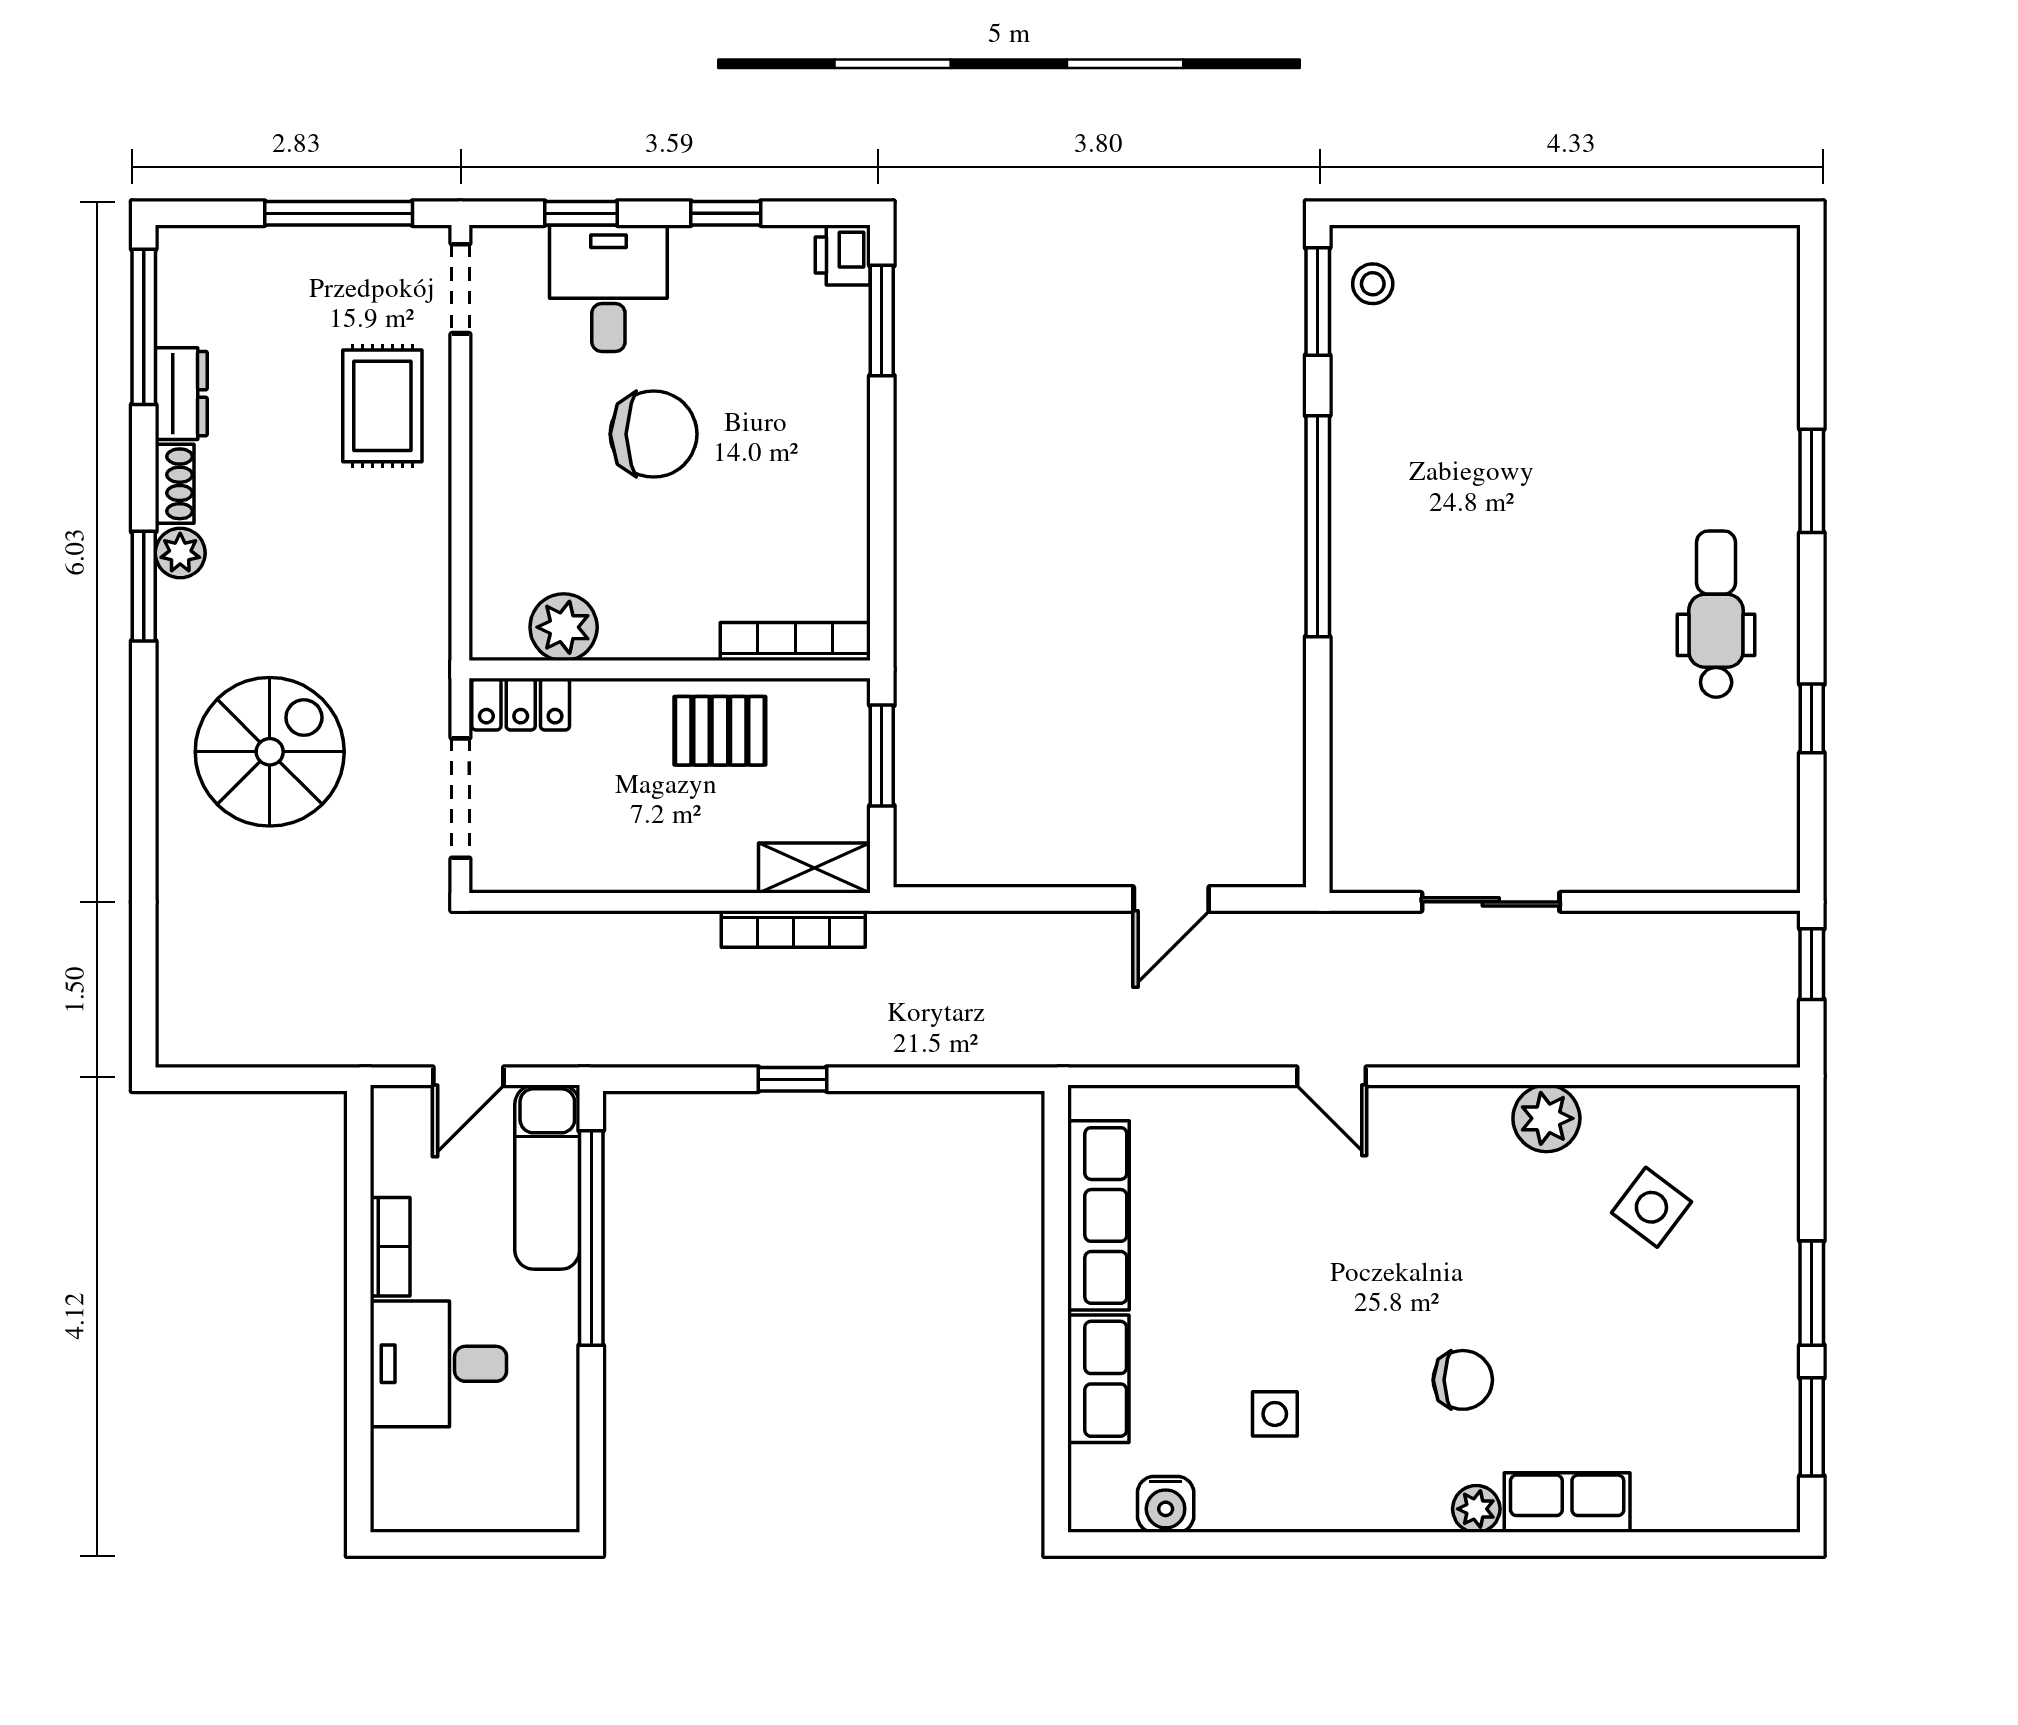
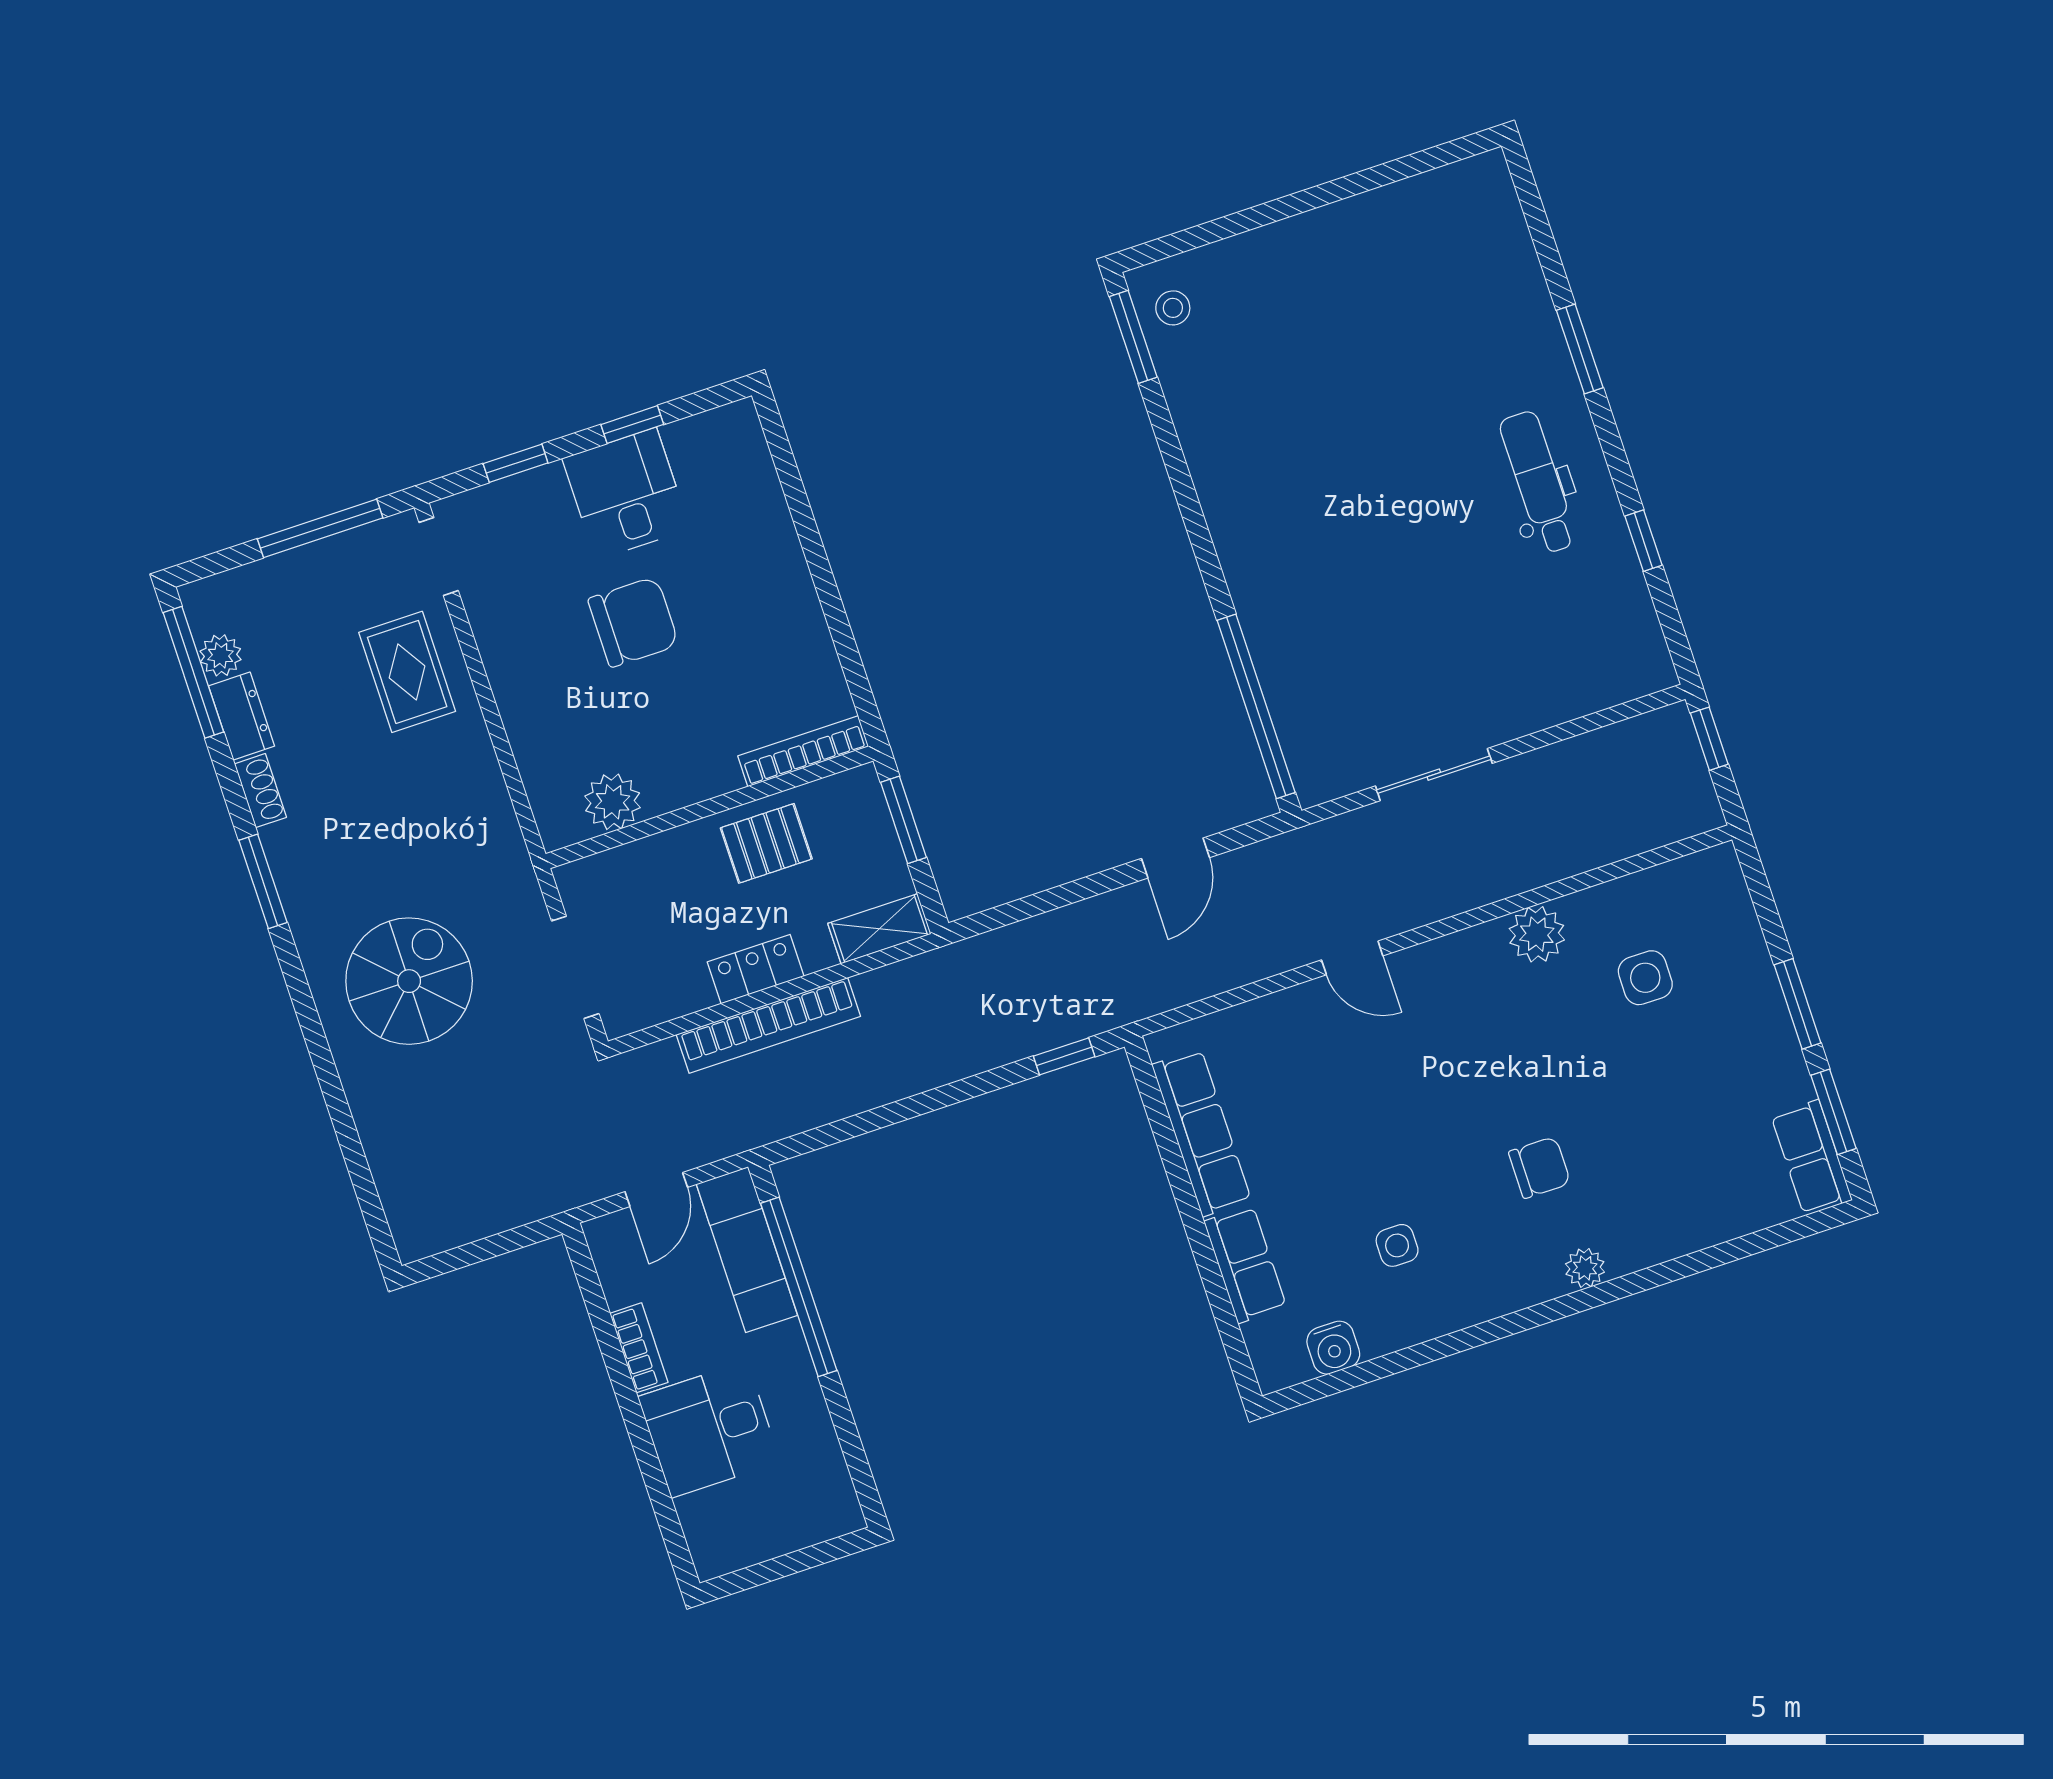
printer: (843, 255) -> (738, 427), removed
desk: (608, 288) -> (626, 494), moved
window: (882, 321) -> (787, 469), removed
window: (1318, 526) -> (1256, 706), moved
plant: (180, 553) -> (221, 655), moved
locker: (521, 704) -> (756, 969), moved, turned 180
bookcase: (793, 929) -> (768, 1025), moved, width x1.48, depth x1.31
window: (793, 1079) -> (1064, 1056), moved
side table: (1651, 1207) -> (1645, 978), turned -37
row of seats: (1567, 1503) -> (1811, 1158), moved, turned -90

